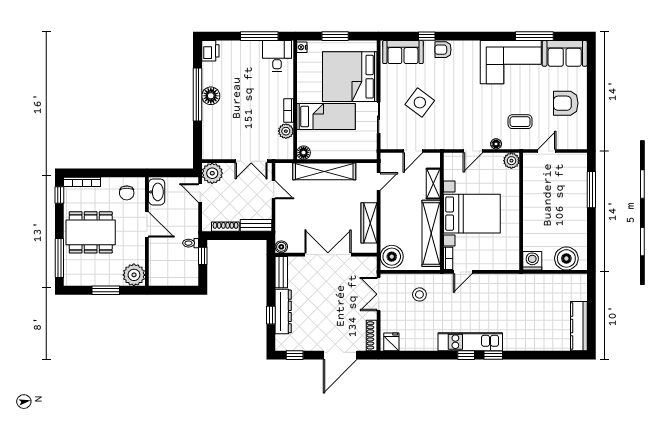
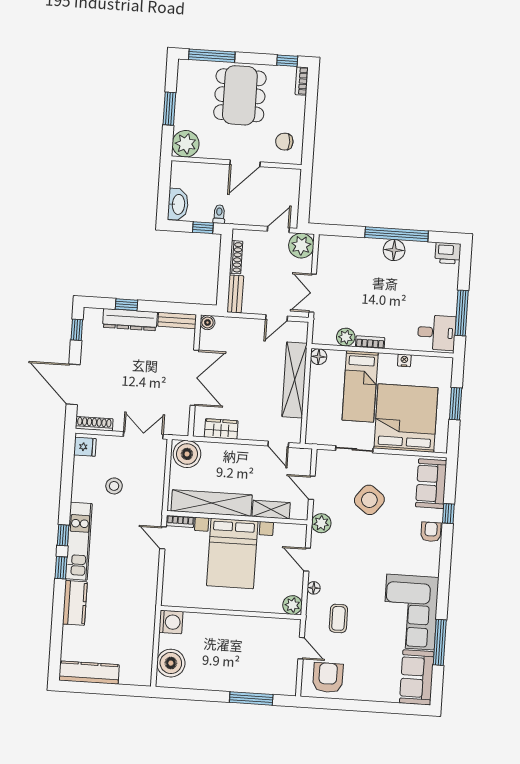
nightstand: (302, 47) -> (404, 360), moved
armchair: (566, 103) -> (328, 678), moved
plant: (442, 141) -> (321, 523), added
bookcase: (82, 182) -> (302, 81), width x0.64
washbasin: (157, 192) -> (178, 204), moved, turned -90
wardrobe: (369, 223) -> (221, 429), width x0.67
stool: (419, 294) -> (114, 486), moved
kitchen counter: (522, 342) -> (75, 603), added

